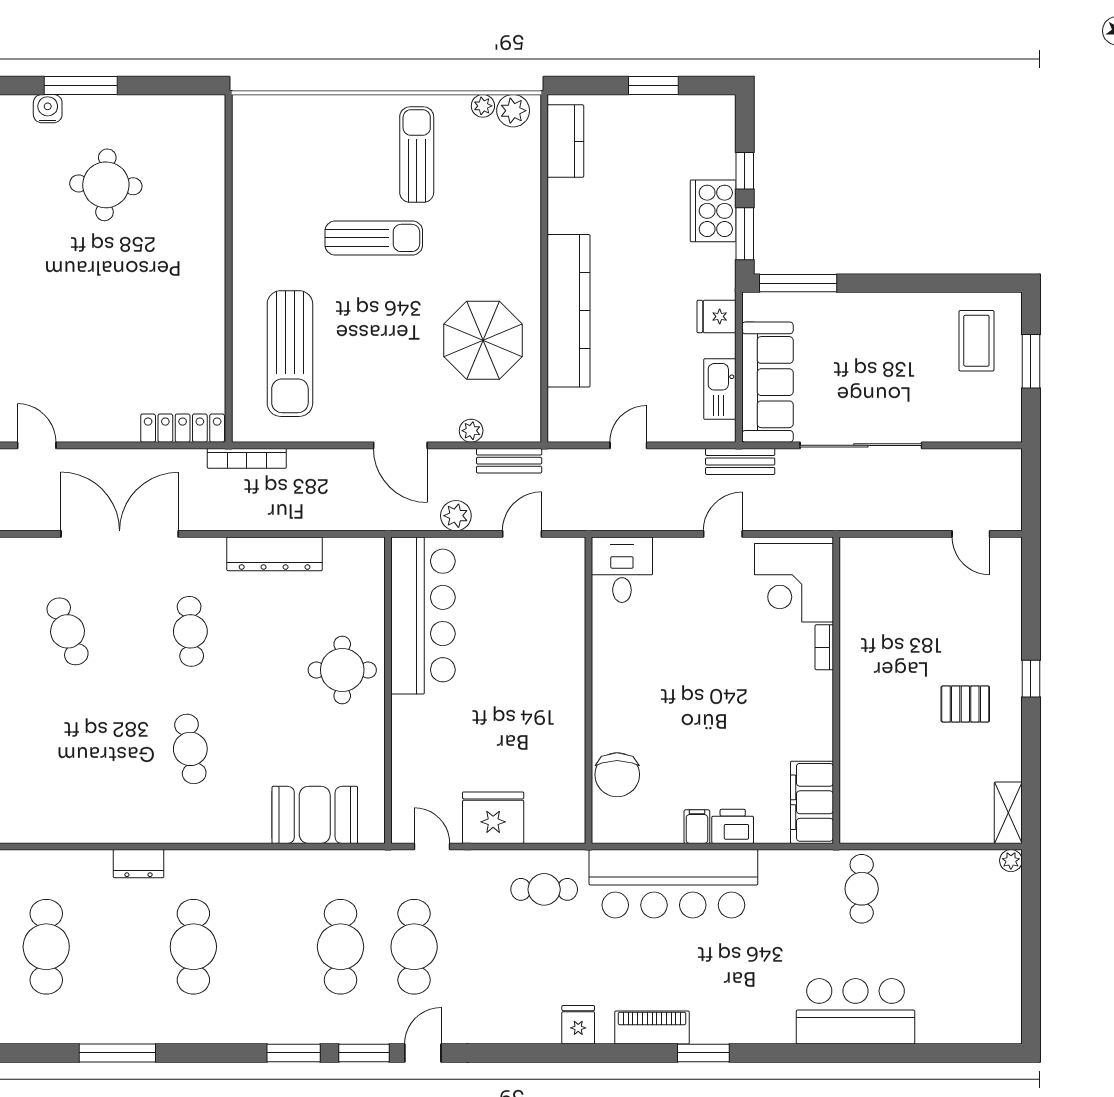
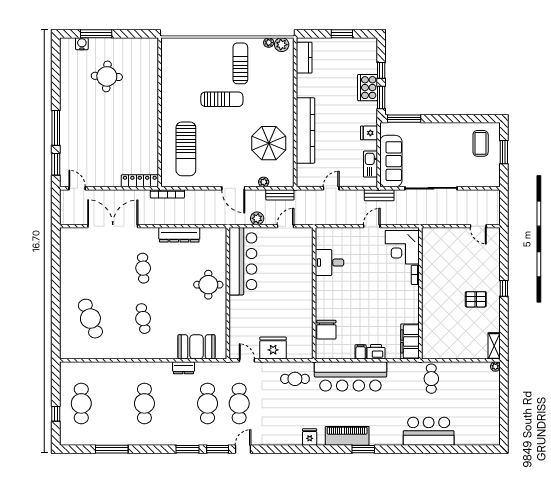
desk: (622, 570) -> (329, 263), moved, turned -90
cafe table: (68, 631) -> (90, 319), moved, width x1.37, depth x1.35
dresser: (138, 864) -> (184, 368), moved
piano: (652, 1027) -> (347, 436), width x1.37, depth x1.33

